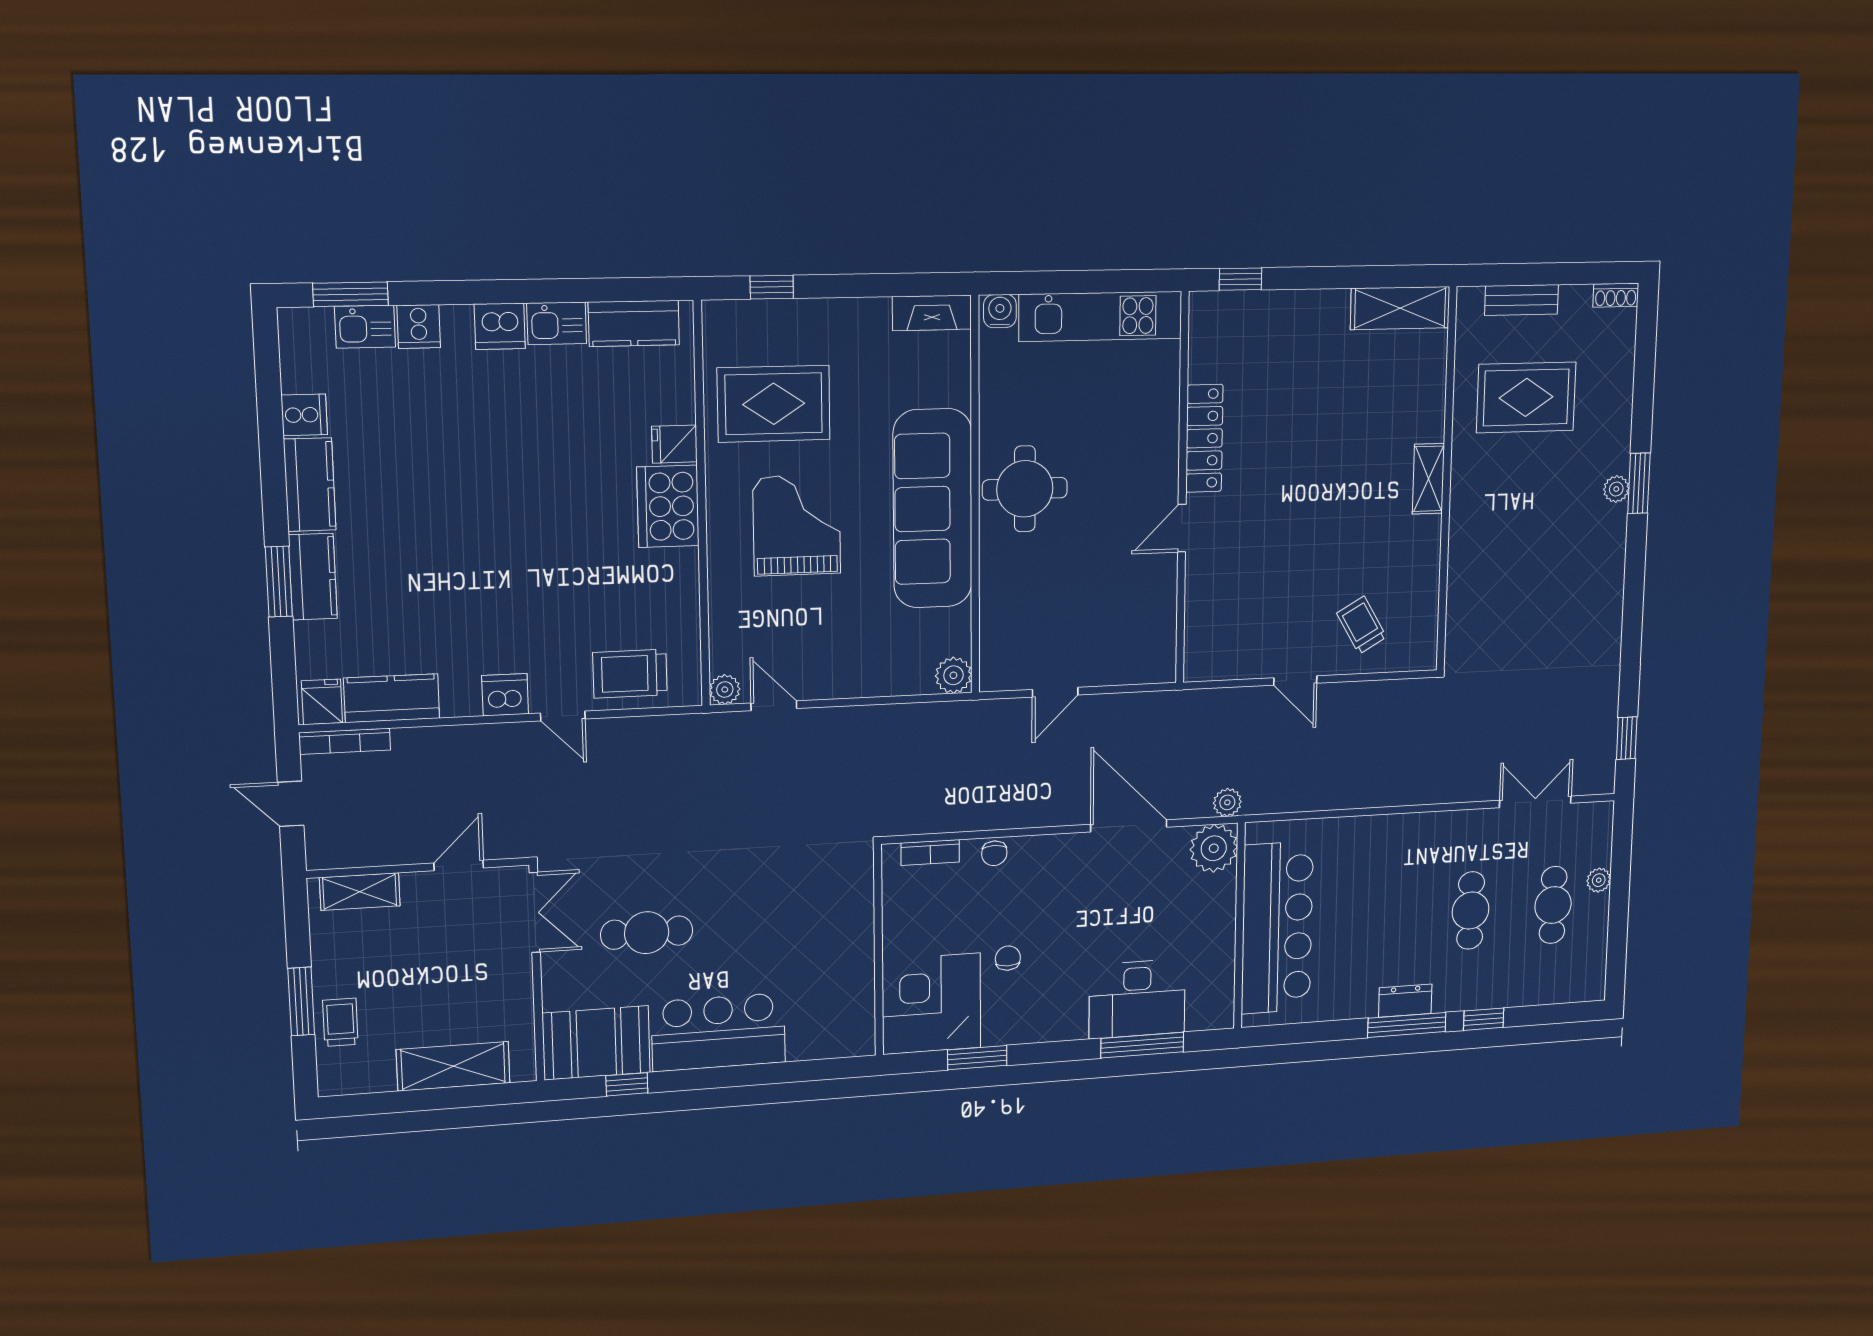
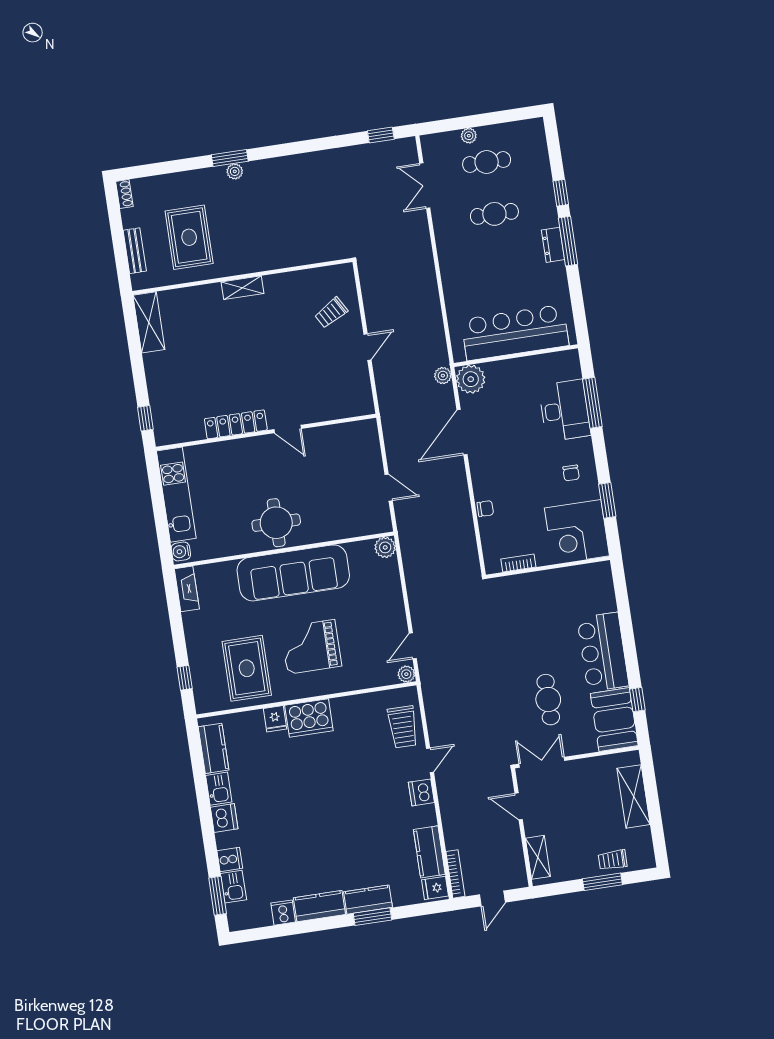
bookcase: (930, 852) -> (518, 563), moved, turned -90
chair: (1008, 958) -> (571, 473), moved, turned -90

